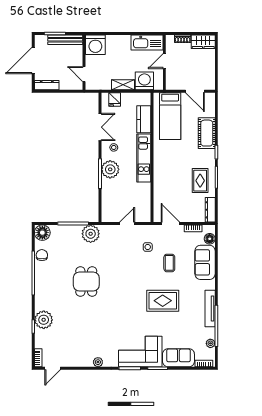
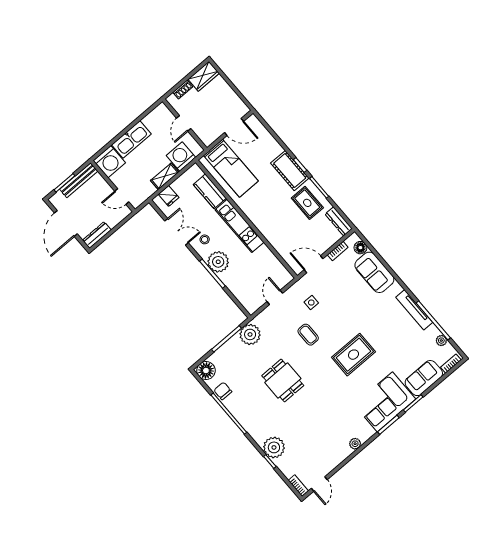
kitchen sink: (147, 43) -> (131, 139), moved
cot: (207, 133) -> (290, 171), moved
coffee table: (169, 263) -> (308, 335), moved
rug: (163, 301) -> (353, 355), moved

